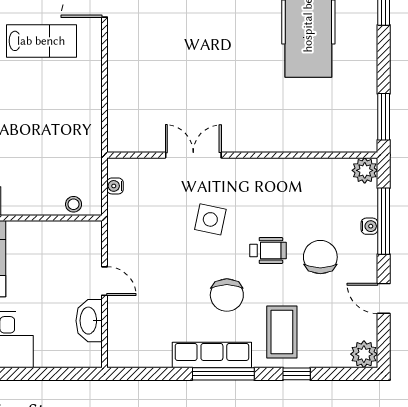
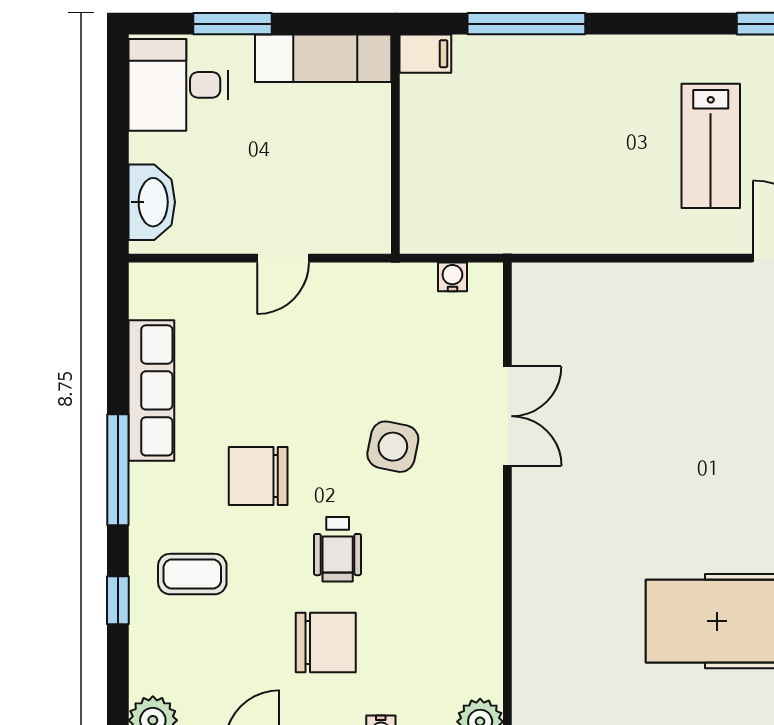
stool: (74, 204) -> (420, 203), removed
washbasin: (89, 321) -> (152, 202), moved, turned 90
coffee table: (282, 332) -> (192, 574), width x0.73, depth x0.77
row of seats: (212, 355) -> (151, 390), moved

